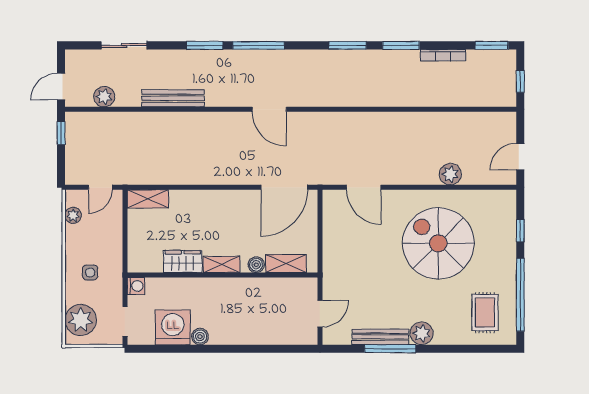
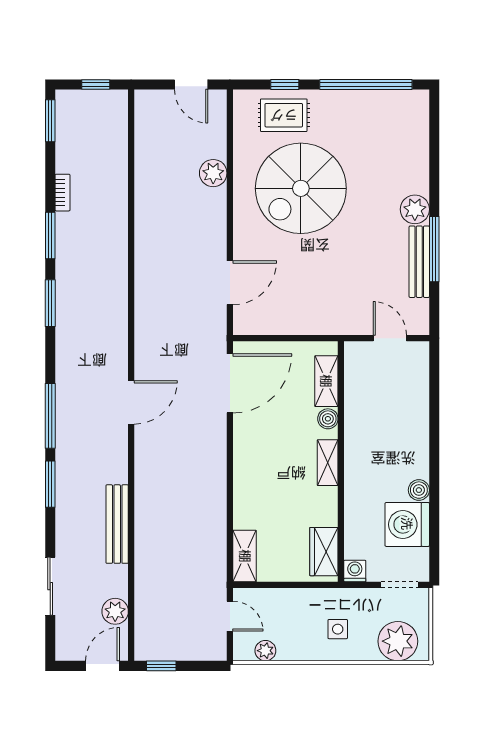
bookcase: (443, 55) -> (63, 193), width x0.64
door: (61, 87) -> (102, 666), swing flipped
door: (284, 187) -> (230, 383), hinge flipped
wardrobe: (183, 262) -> (324, 552), moved
rug: (485, 313) -> (284, 115), moved

